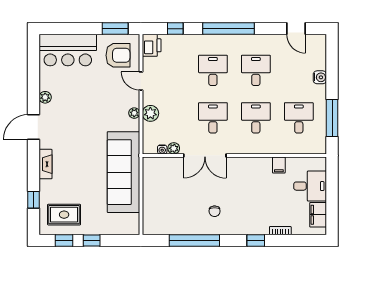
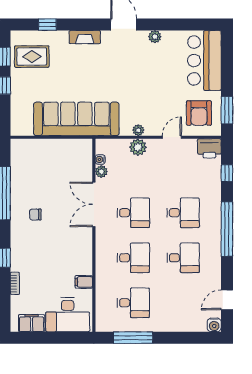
water cooler: (320, 77) -> (214, 325), moved
desk: (310, 186) -> (68, 315), width x1.37
rug: (64, 215) -> (32, 57), turned 90

